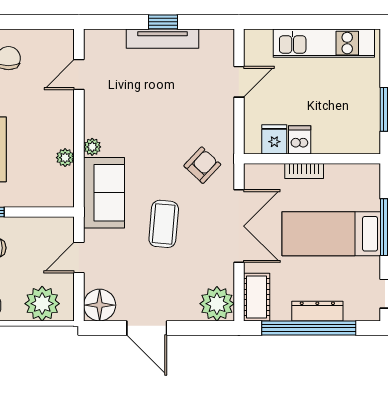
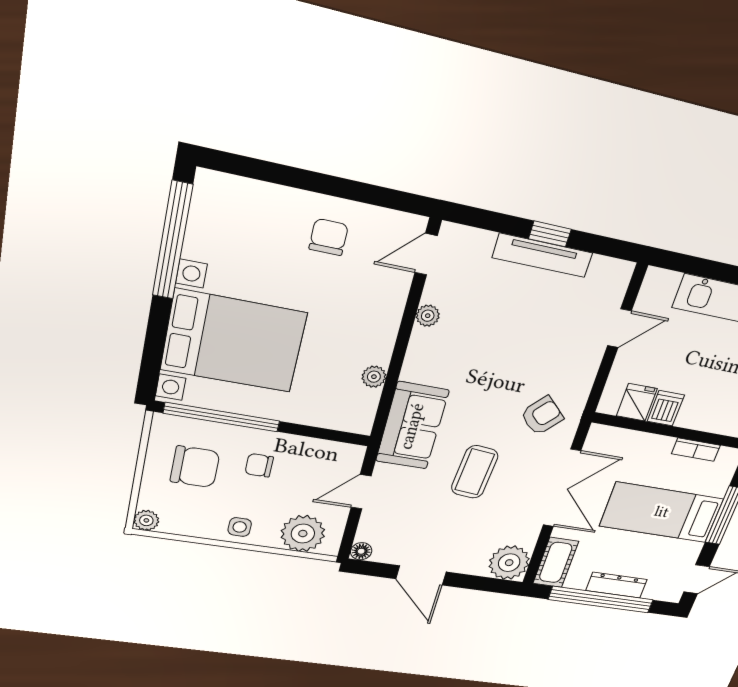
door: (79, 75) -> (426, 254), moved
plant: (92, 147) -> (428, 316), moved
bookcase: (304, 171) -> (696, 450), moved
floor lamp: (100, 305) -> (361, 551), width x0.53, depth x0.53

